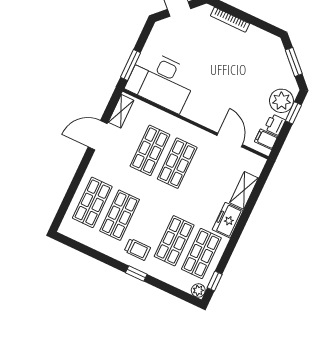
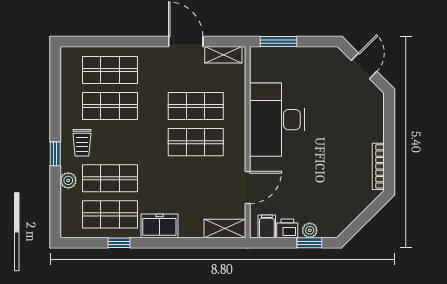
bookcase: (230, 20) -> (378, 166), moved
window: (294, 62) -> (365, 217), removed
desk: (161, 81) -> (277, 120), moved
plant: (281, 101) -> (310, 230), width x0.53, depth x0.53
shelving: (244, 190) -> (225, 228), moved
window: (215, 281) -> (119, 243), moved
plant: (198, 290) -> (68, 180), moved

